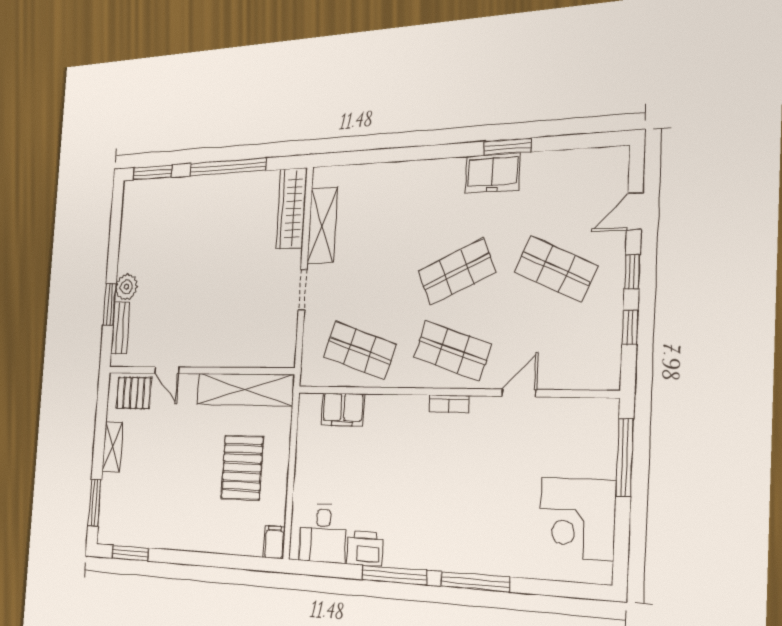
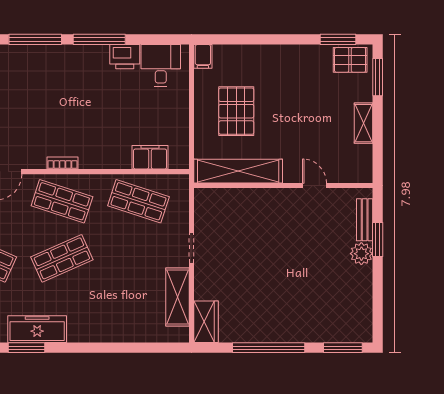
freezer: (493, 173) -> (37, 329), width x1.40
wardrobe: (292, 209) -> (206, 322), width x0.67
pallet: (134, 393) -> (350, 60), moved

